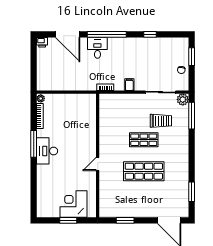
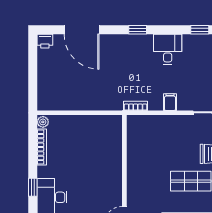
window: (107, 34) -> (138, 30), width x0.32
desk: (97, 48) -> (168, 49), moved
window: (34, 144) -> (33, 187), width x0.46

